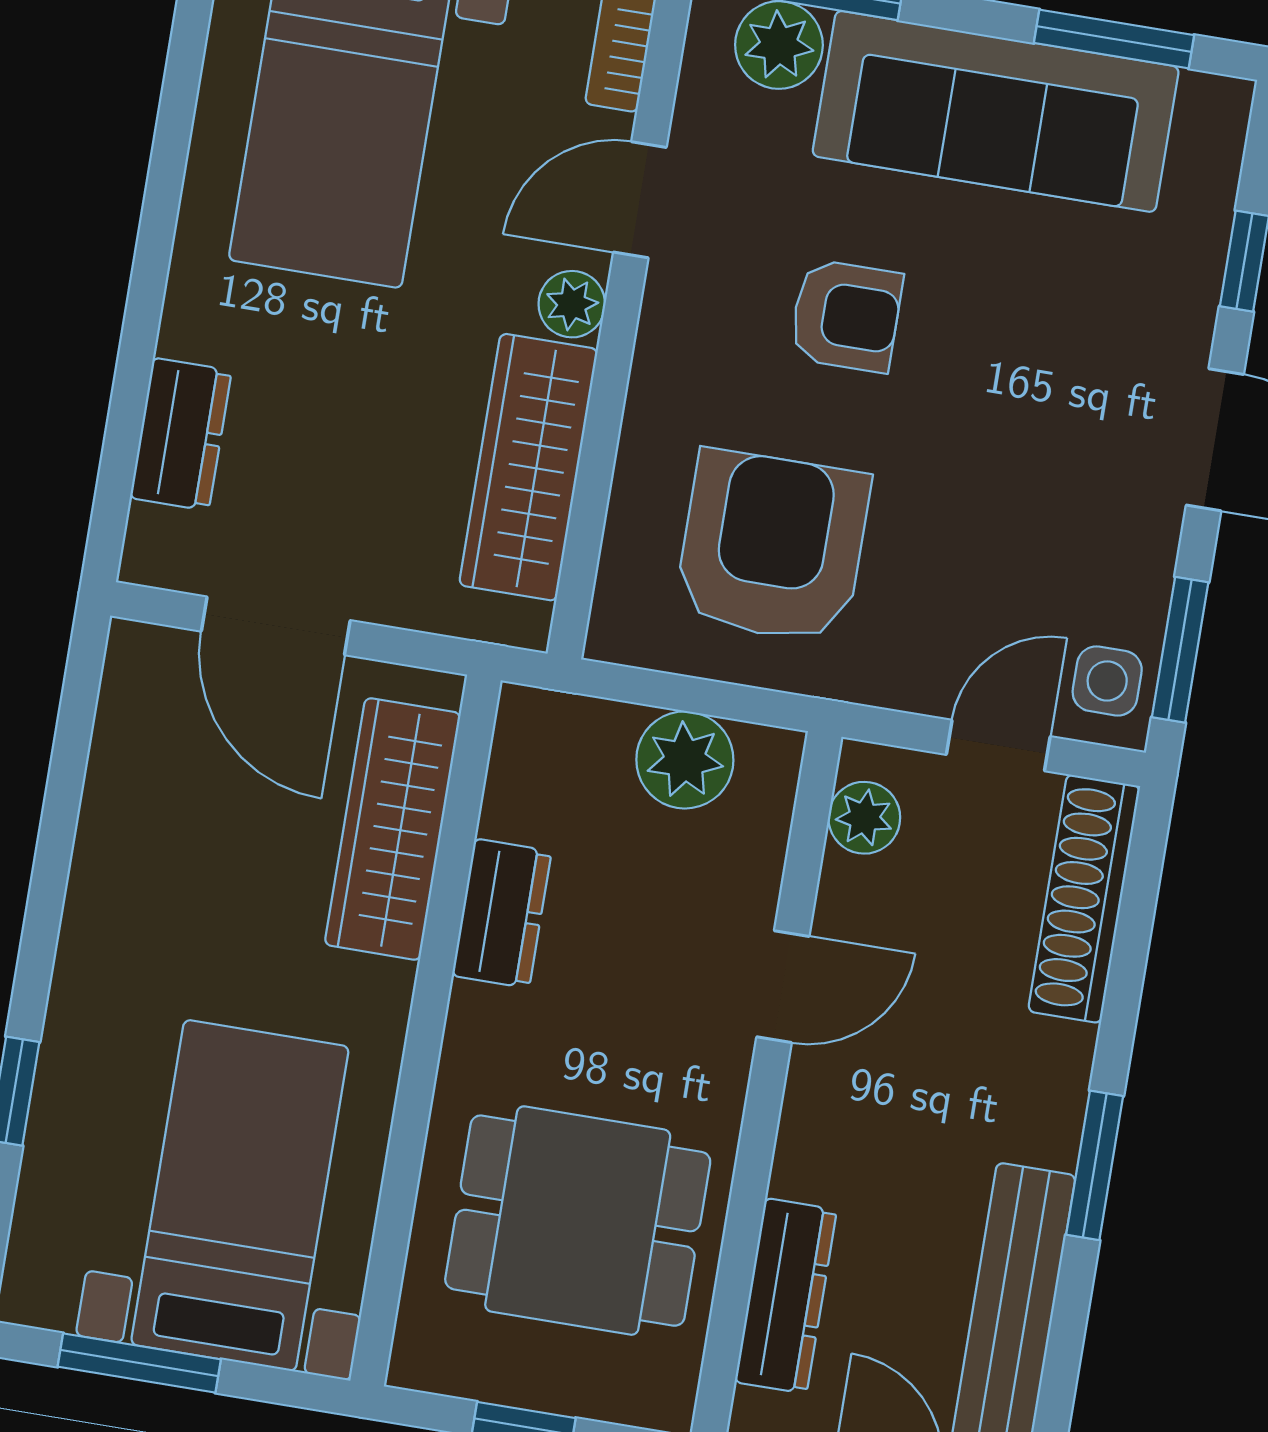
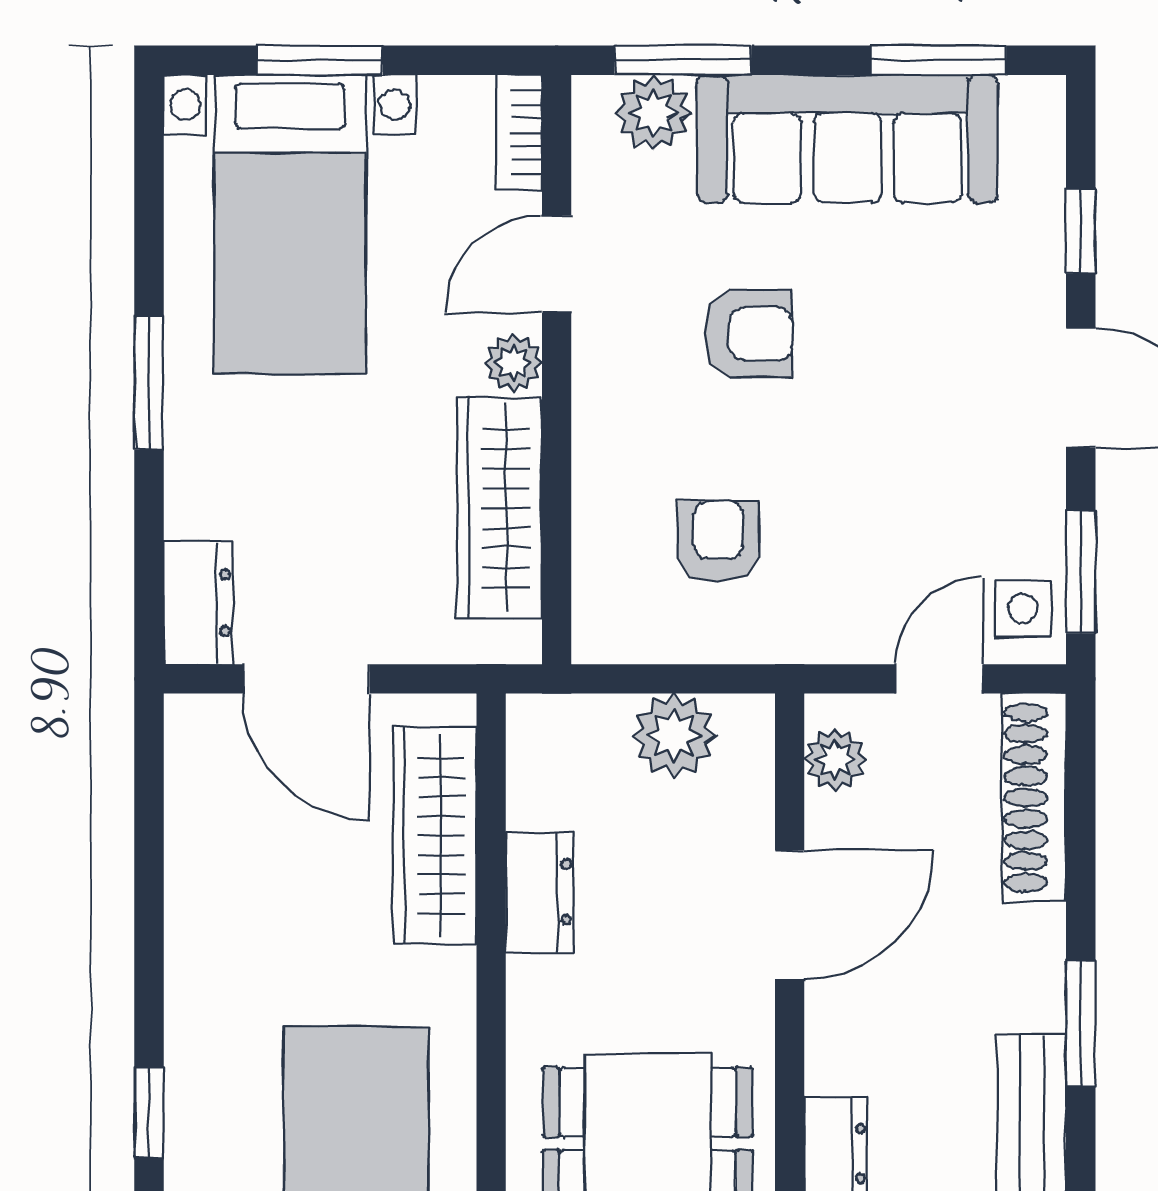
window: (152, 258) -> (149, 382), added
dresser: (181, 434) -> (198, 603), moved
armchair: (772, 547) -> (718, 541), width x0.53, depth x0.53
door: (783, 987) -> (790, 915), width x1.38

